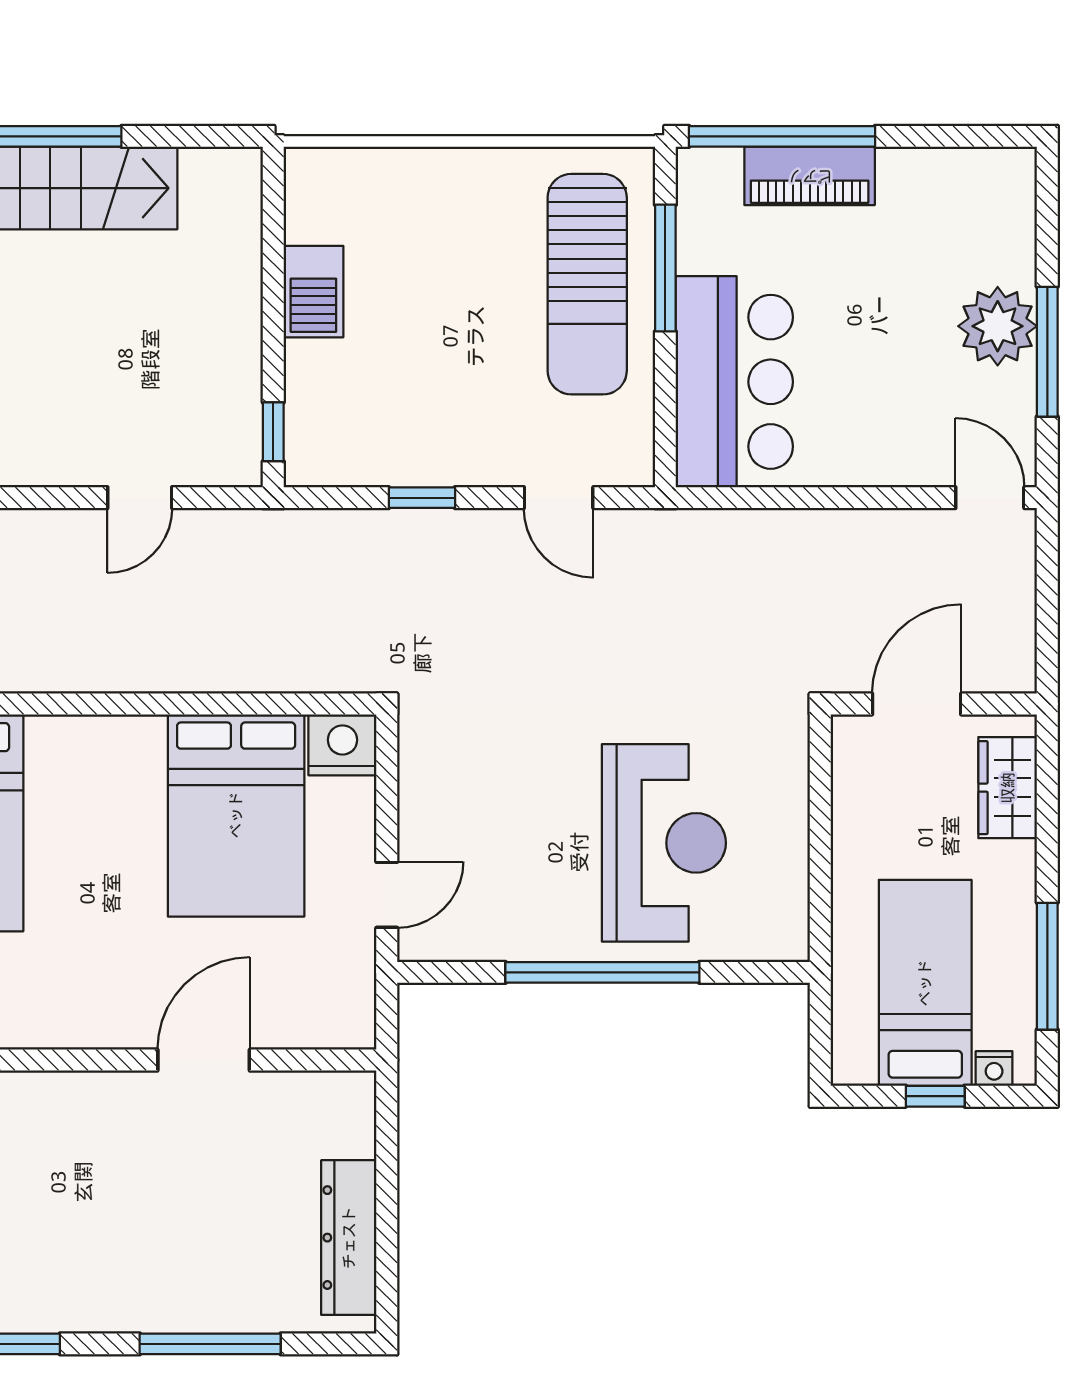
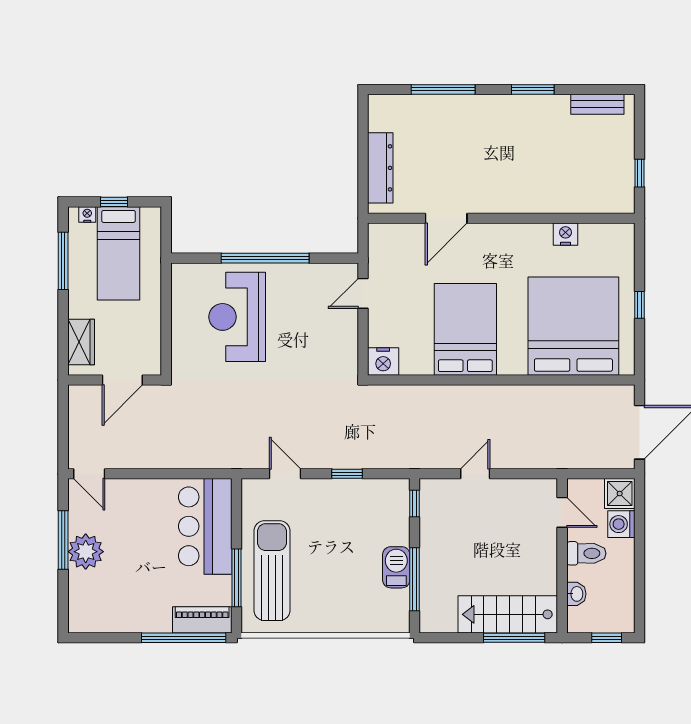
piano: (810, 176) -> (202, 620), moved
window: (273, 265) -> (415, 579), added
bed: (236, 815) -> (465, 329), moved
dresser: (349, 1238) -> (380, 168), moved

